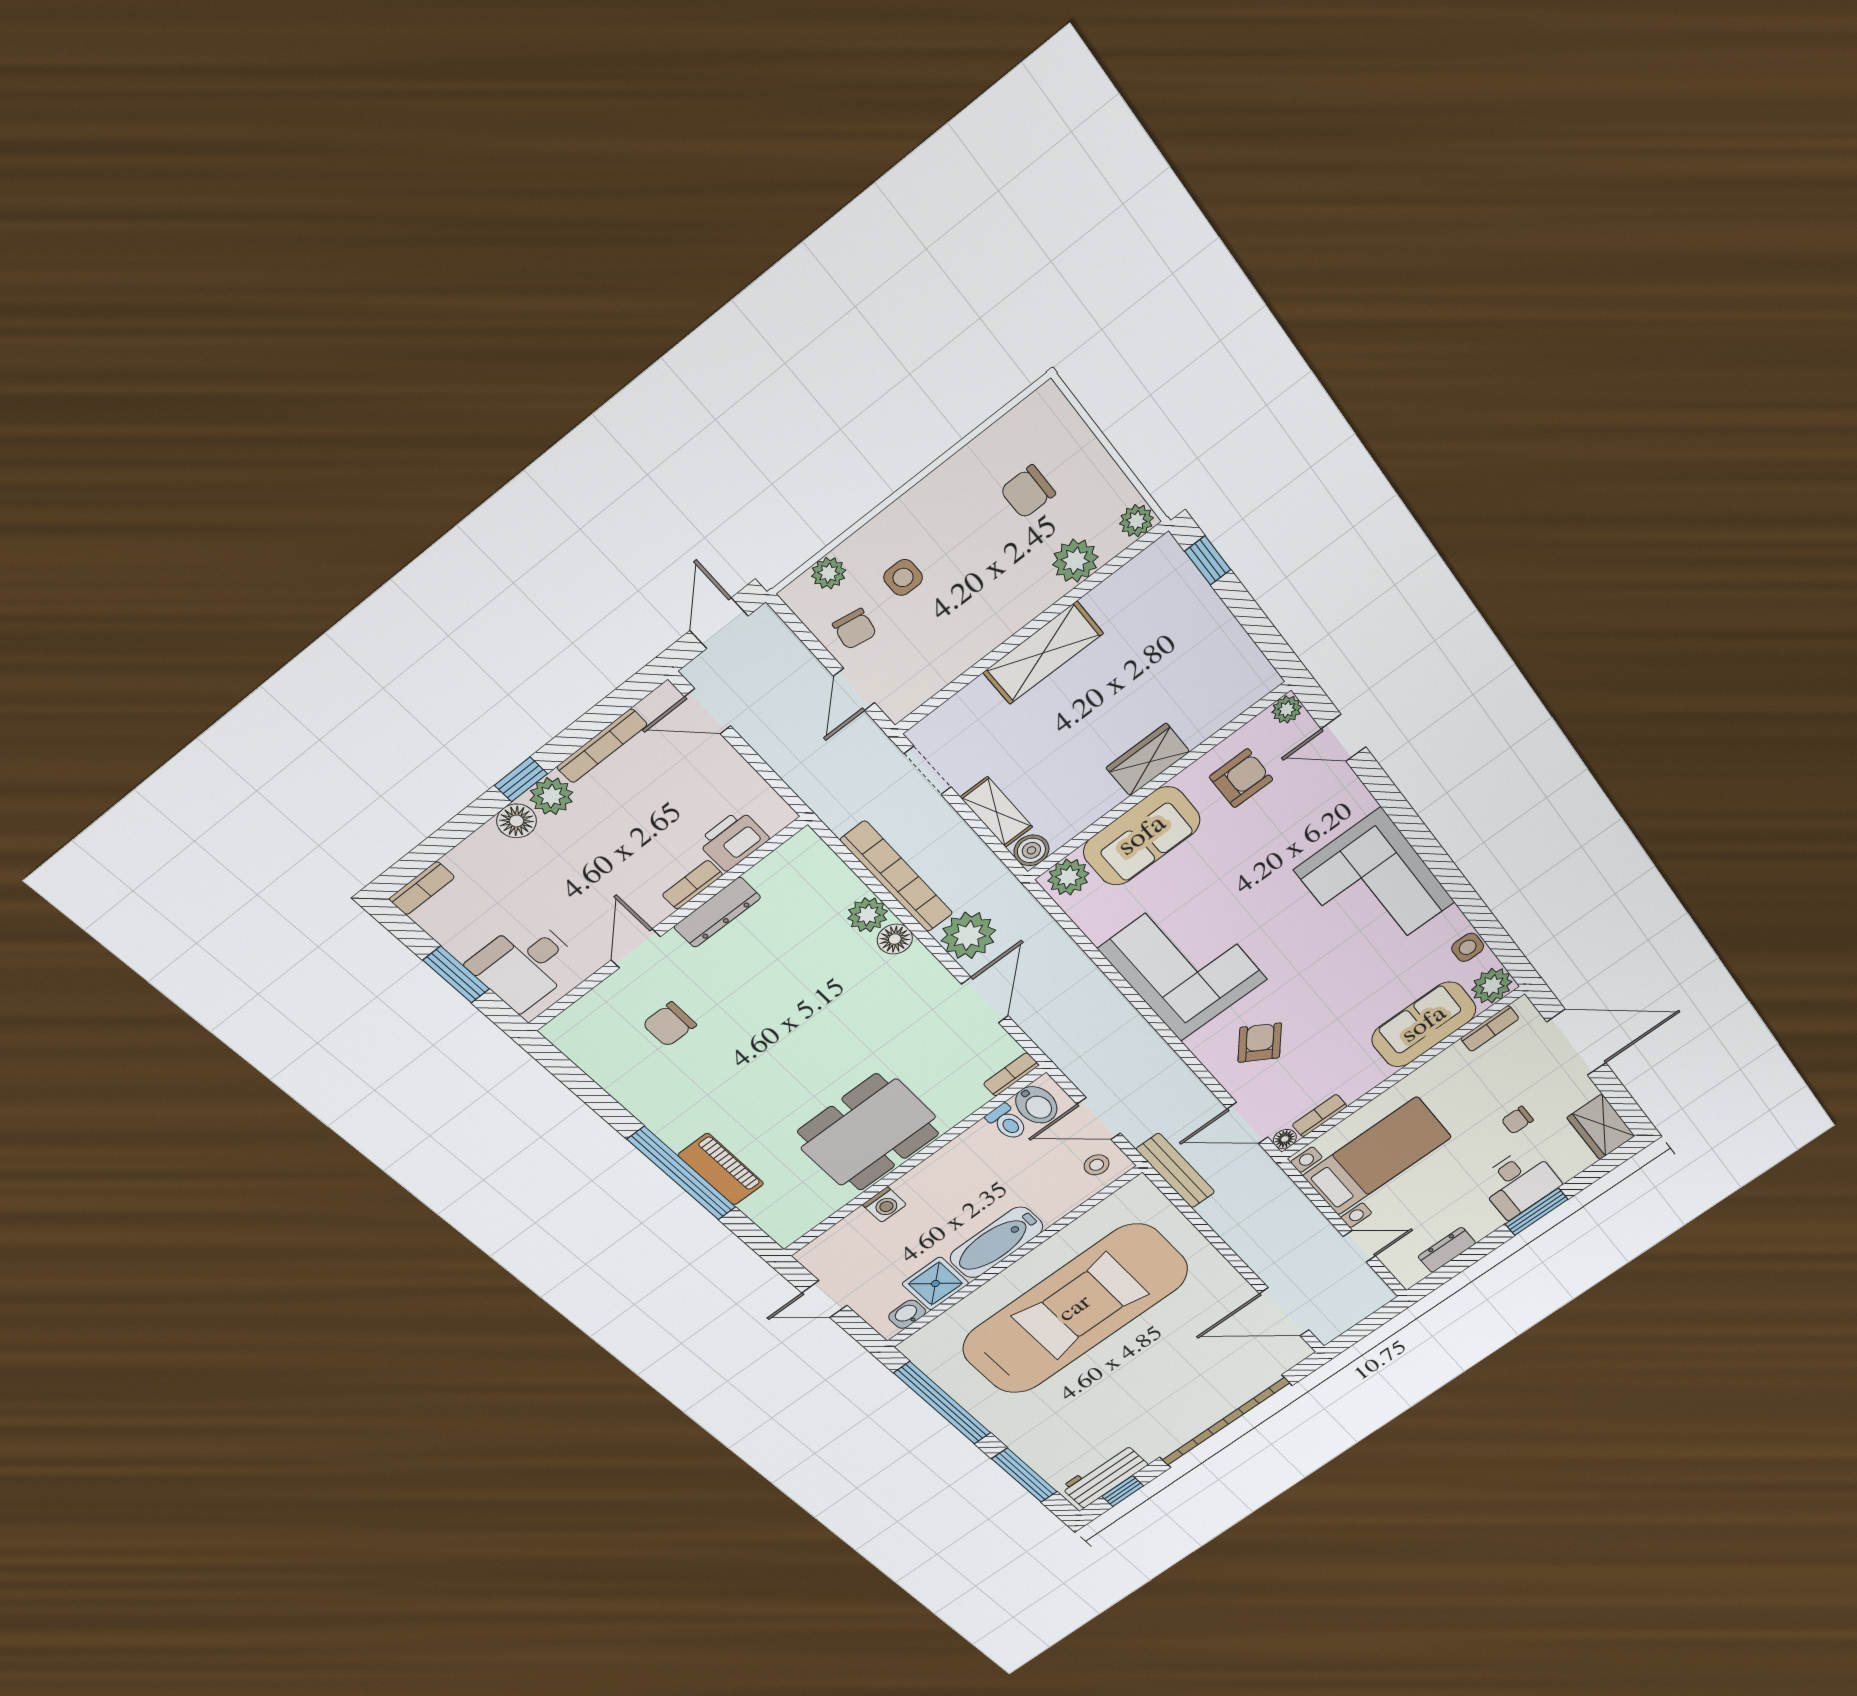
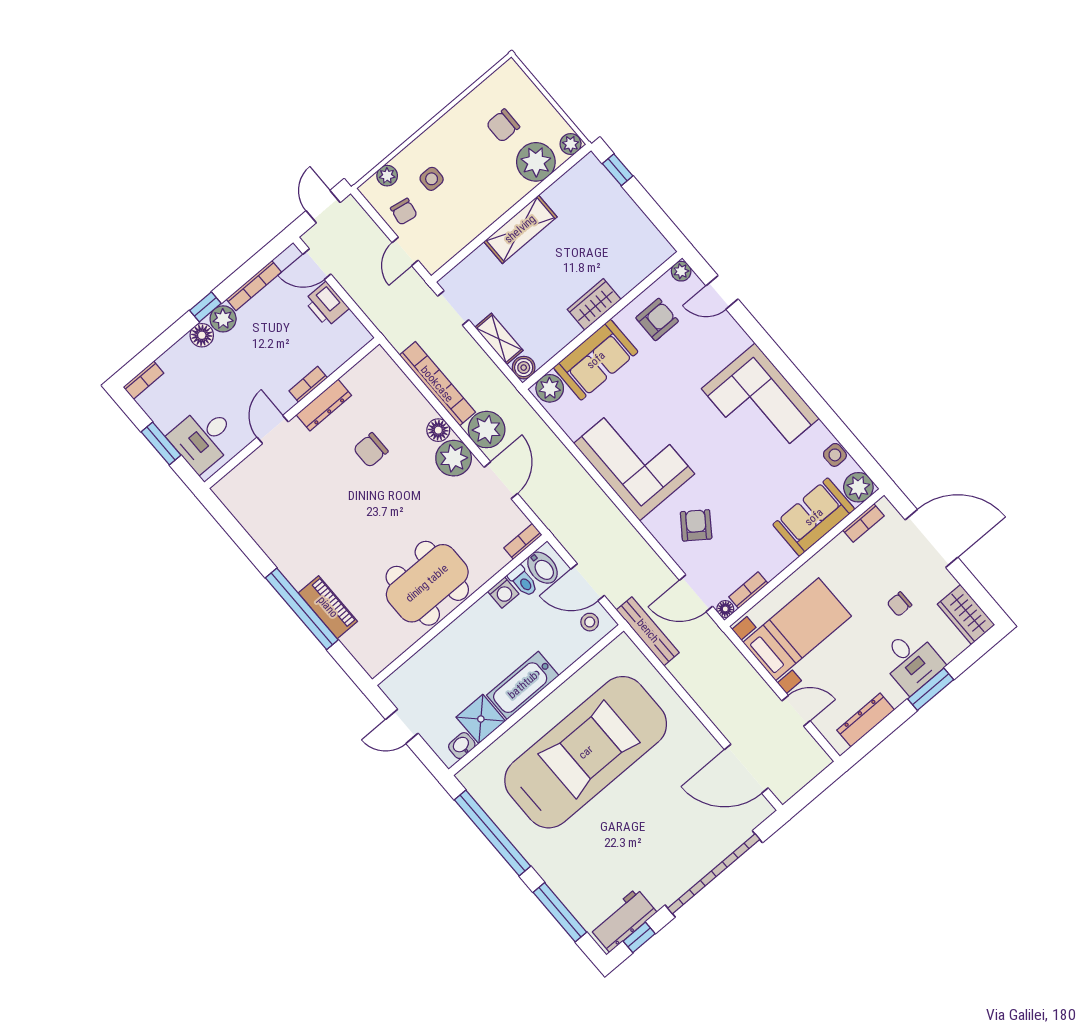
plant: (1075, 561) -> (536, 162), width x1.36, depth x1.36
printer: (733, 840) -> (327, 304), moved, turned -90
plant: (868, 915) -> (454, 458), moved, width x1.36, depth x1.36
chair: (669, 1024) -> (371, 450), moved
washing machine: (884, 1205) -> (503, 593), moved
dresser: (1447, 1250) -> (866, 720), width x1.44

